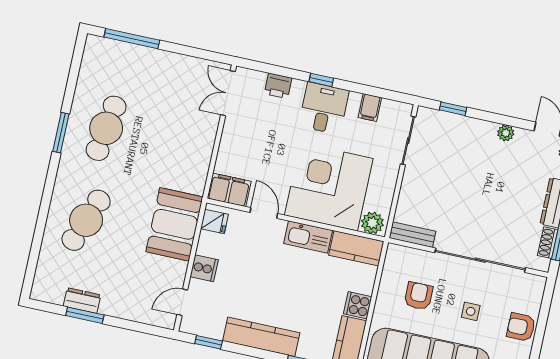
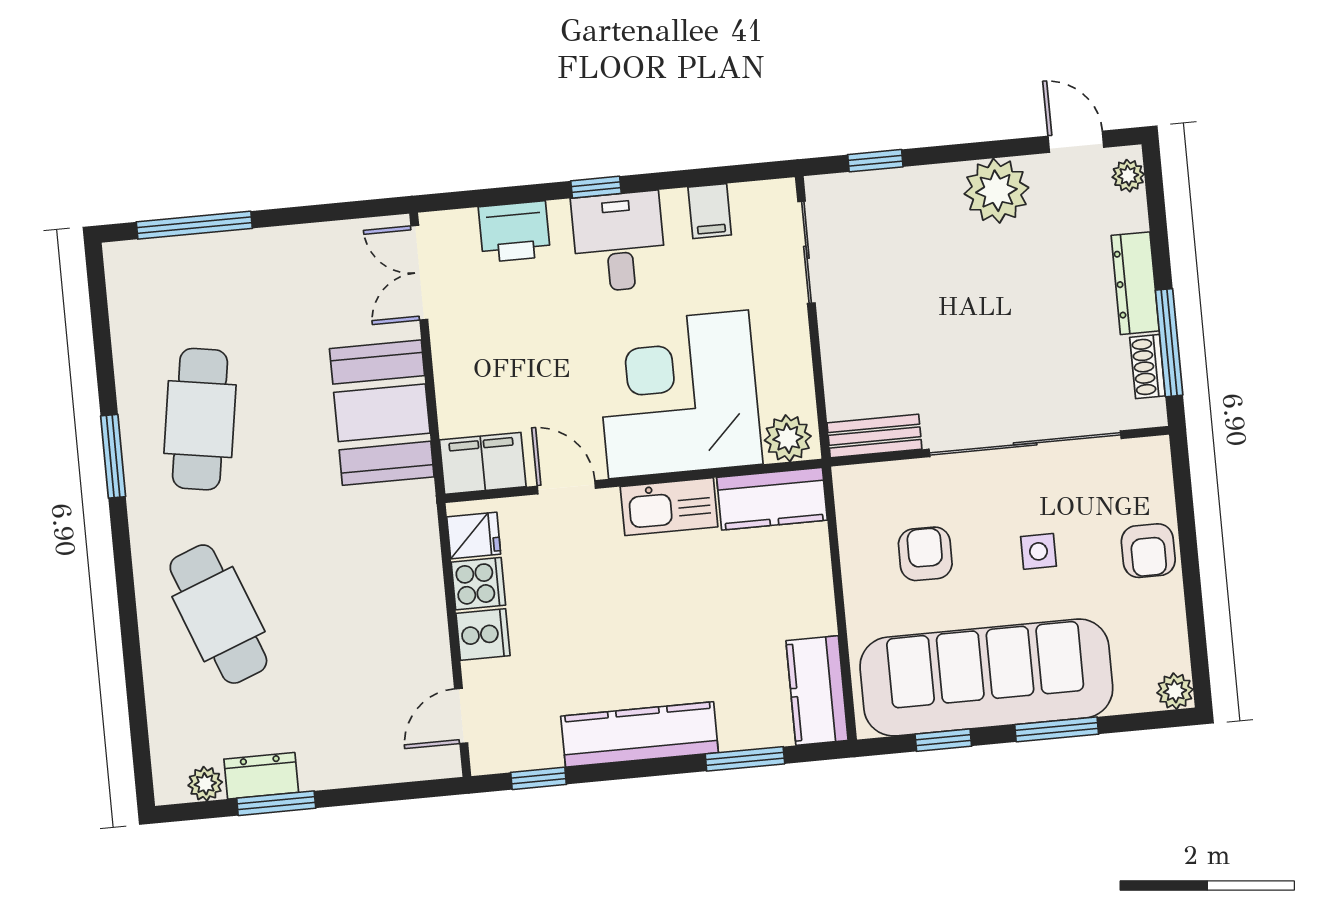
printer: (278, 86) -> (514, 232), width x1.36, depth x1.24
plant: (506, 133) -> (996, 191), width x1.87, depth x1.87
cafe table: (86, 220) -> (218, 614), turned -42
booth: (174, 224) -> (382, 413), moved
plant: (55, 296) -> (205, 784), added
cooker: (358, 305) -> (478, 584), moved, turned 180
armchair: (521, 327) -> (1148, 551), turned -90

